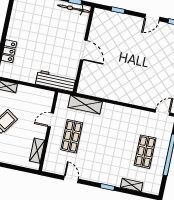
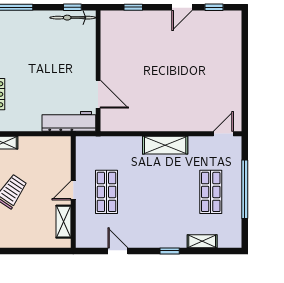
door: (84, 50) -> (98, 94), moved
shelving: (85, 105) -> (165, 145), moved
door: (51, 120) -> (73, 190), moved

